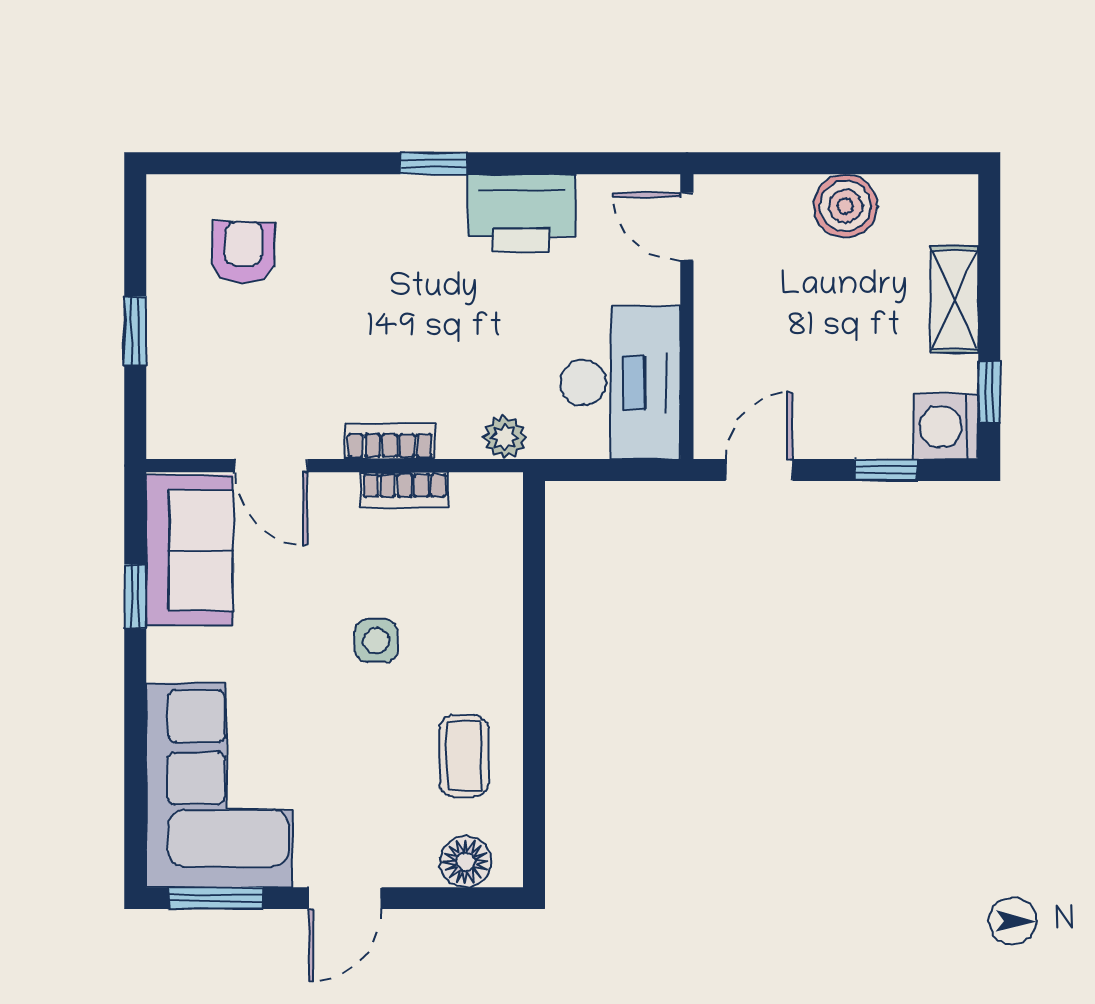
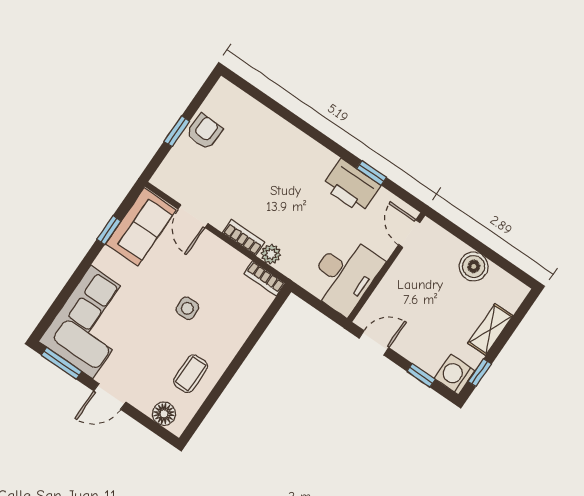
window: (434, 163) -> (372, 173), moved
armchair: (244, 252) -> (204, 132), moved
plant: (505, 437) -> (271, 254), moved
bookcase: (405, 490) -> (265, 279), moved

